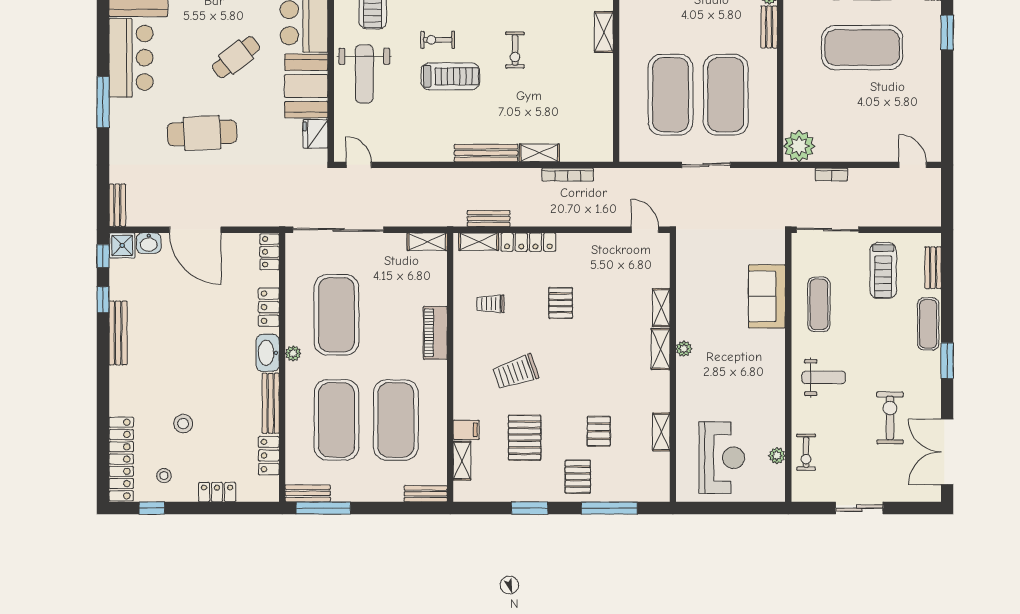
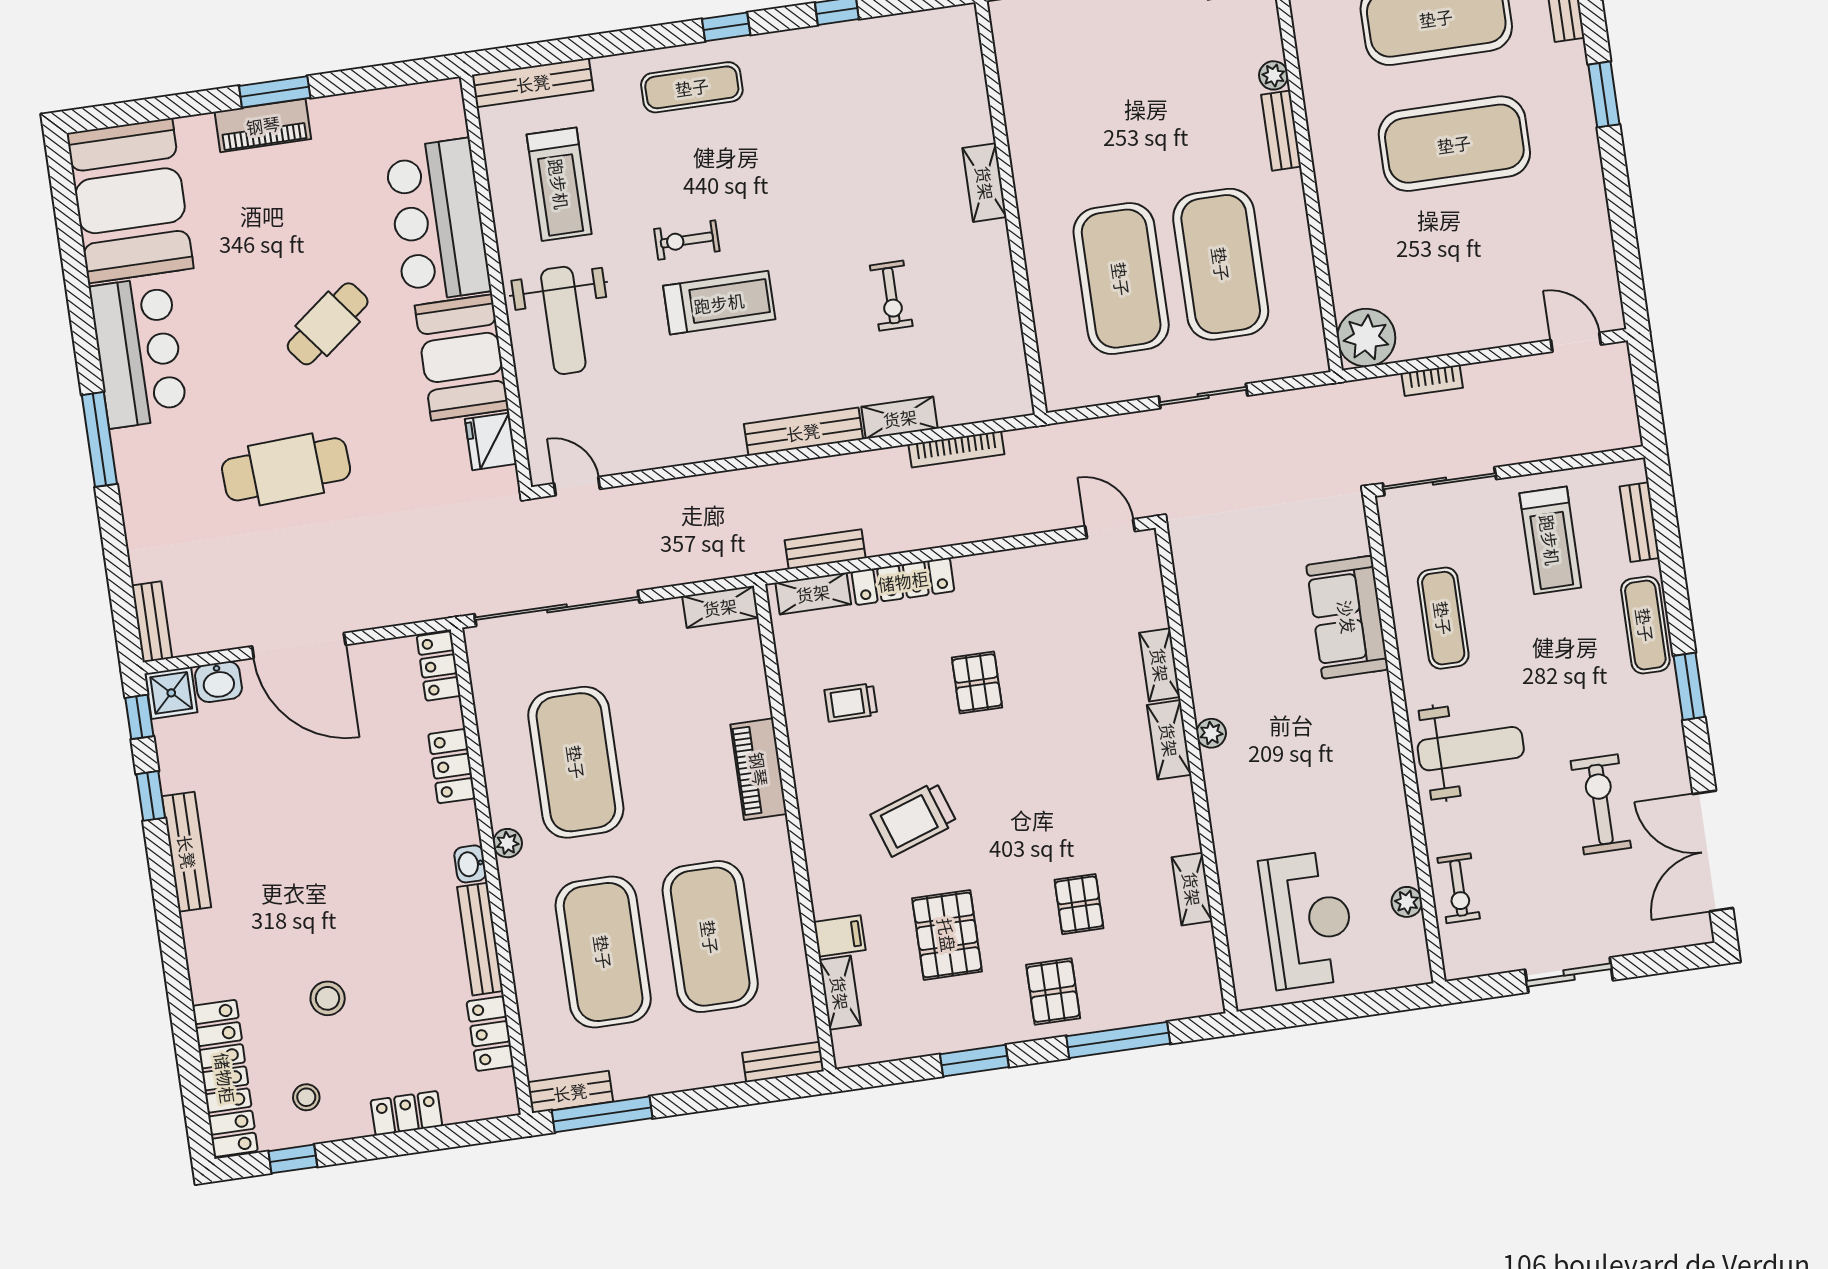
exercise bike: (515, 50) -> (891, 296), moved
washbasin: (268, 353) -> (470, 864), width x0.52, depth x0.69
weight bench: (824, 377) -> (1471, 749), width x1.36, depth x1.33

